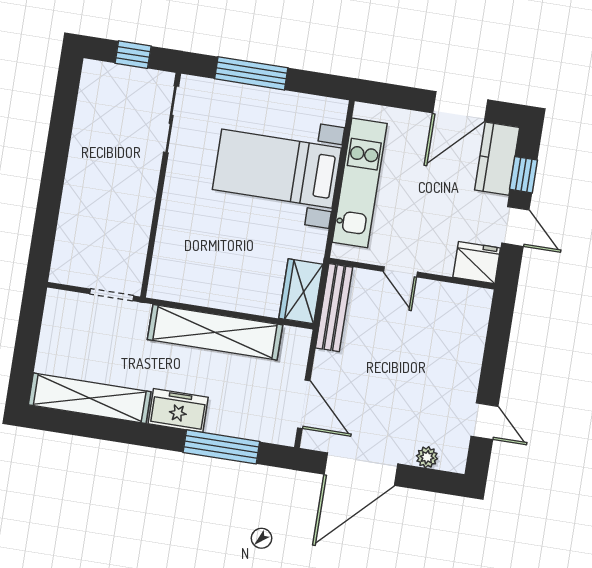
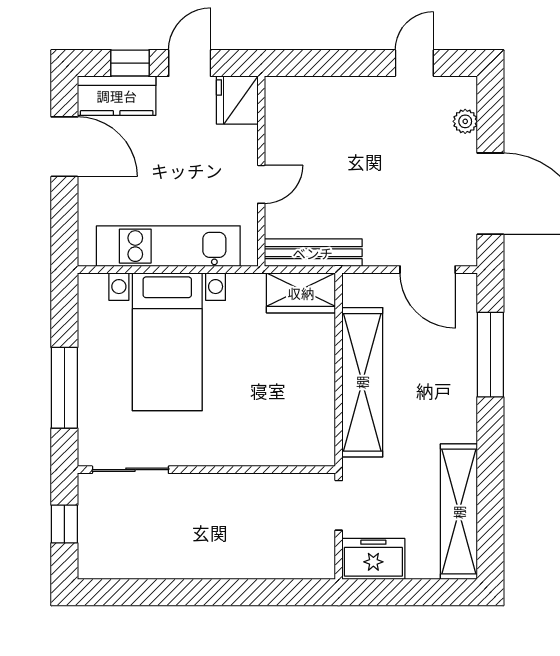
door: (304, 404) -> (428, 270), swing flipped
freezer: (178, 411) -> (373, 559), moved, turned 90

